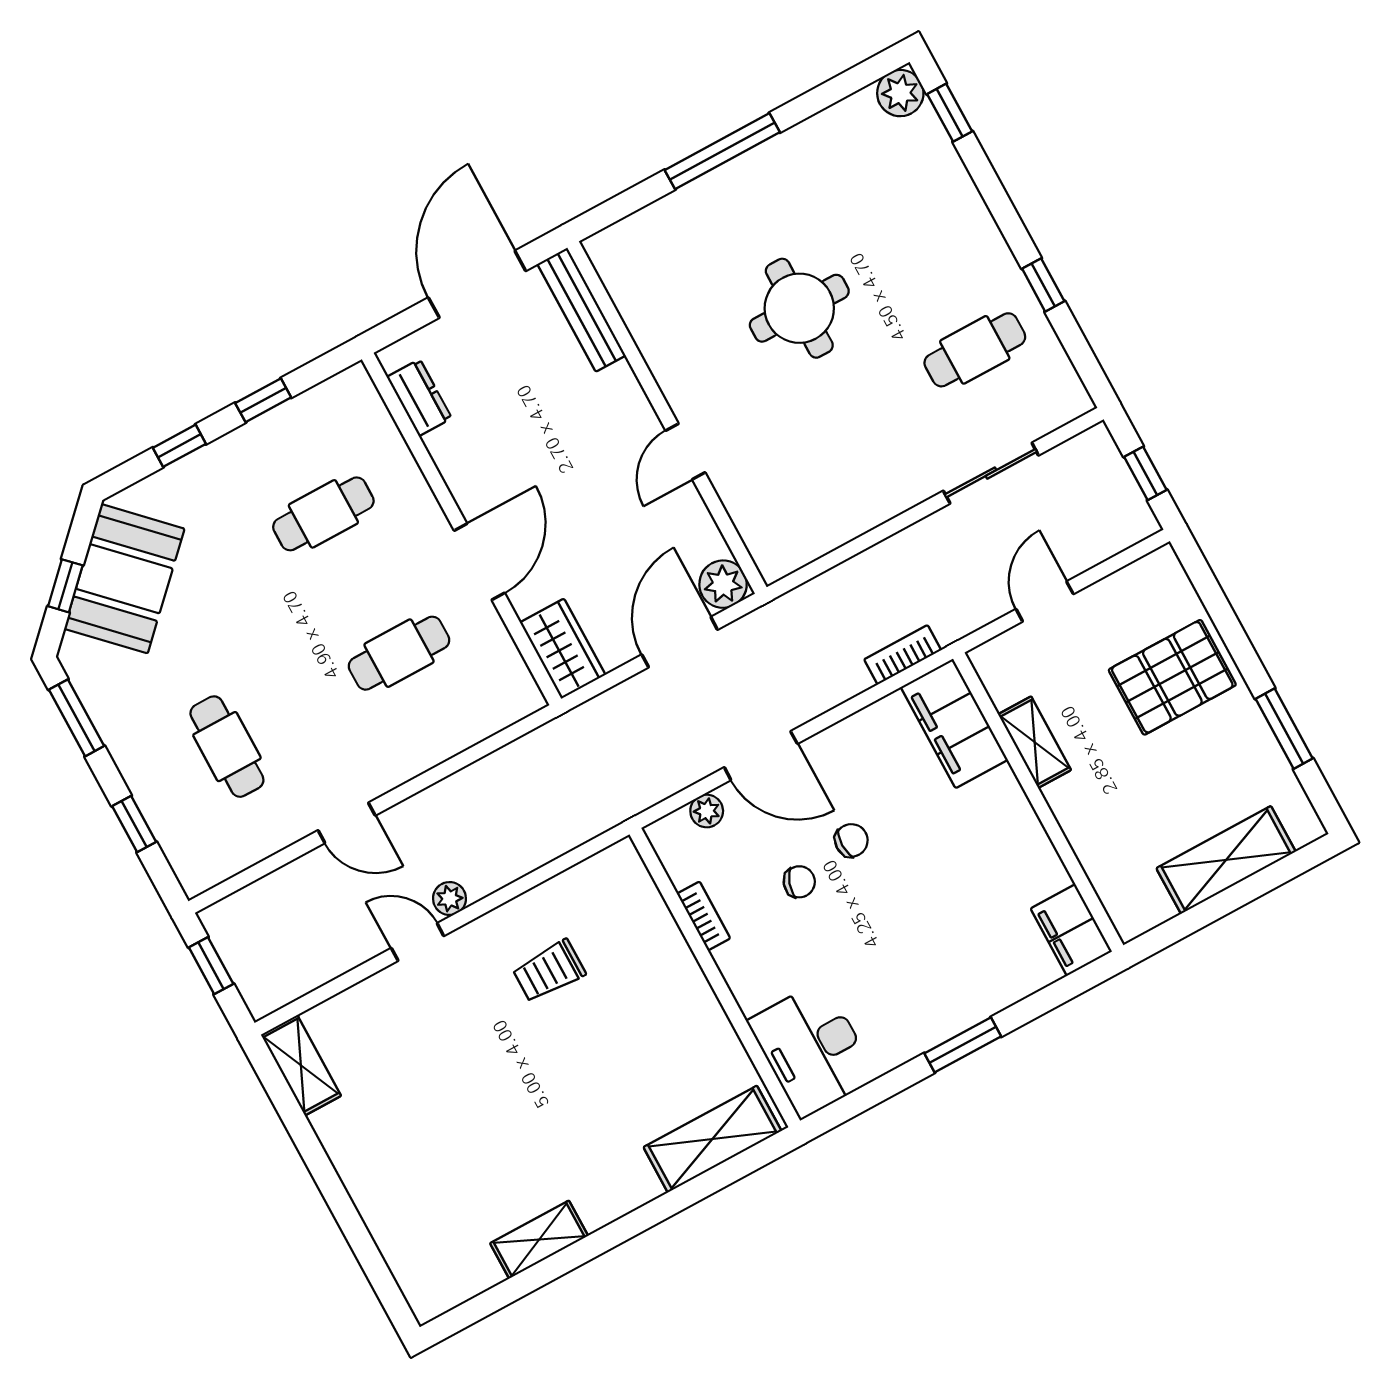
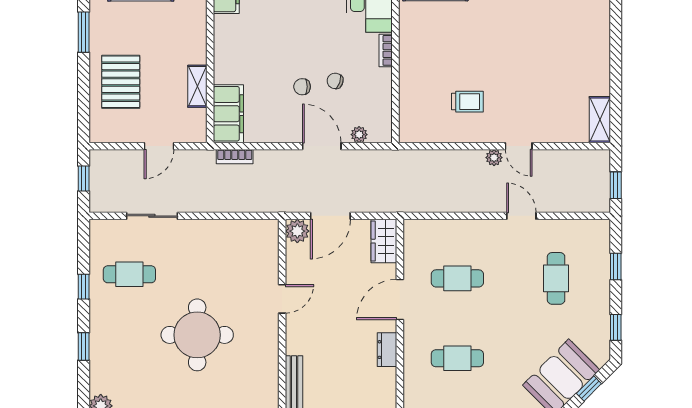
window: (950, 113) -> (84, 347), moved
round table: (799, 308) -> (197, 335), width x1.36, depth x1.36
dresser: (419, 398) -> (387, 350), moved
pallet: (1172, 677) -> (121, 82), turned 90
window: (76, 718) -> (616, 327), width x0.67
bookcase: (704, 916) -> (386, 50), moved

